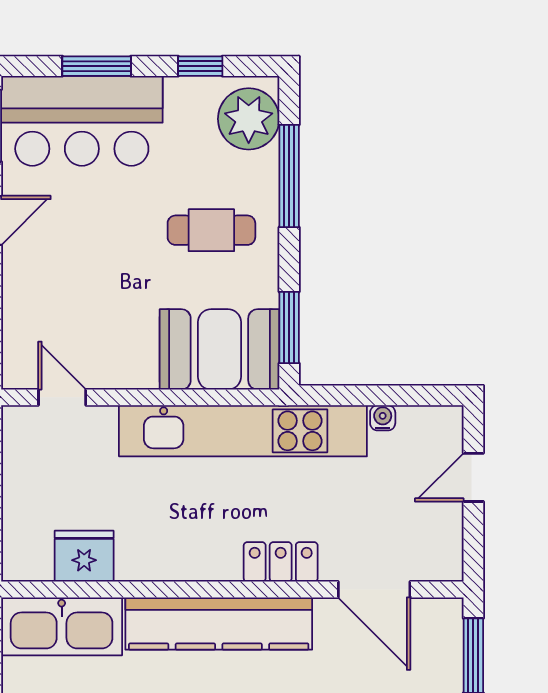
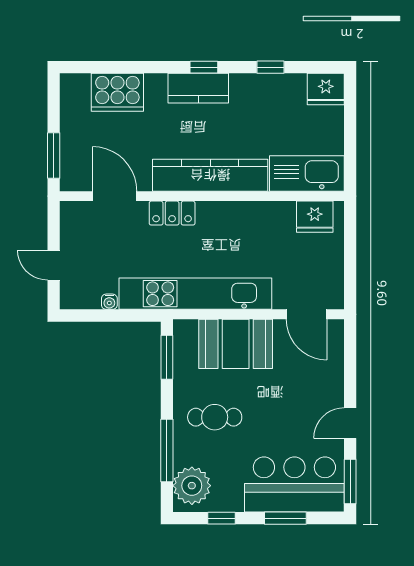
booth: (219, 349) -> (236, 344), moved
door: (62, 397) -> (306, 314), width x1.38
door: (473, 477) -> (54, 265), swing flipped
fridge: (84, 556) -> (315, 217), moved

